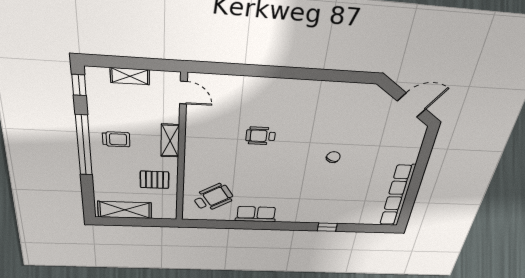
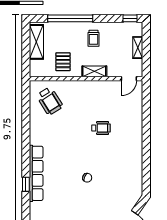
wheelchair: (261, 136) -> (101, 128), turned 90
window: (84, 145) -> (70, 18), moved
row of seats: (256, 214) -> (36, 173), moved, width x2.02

